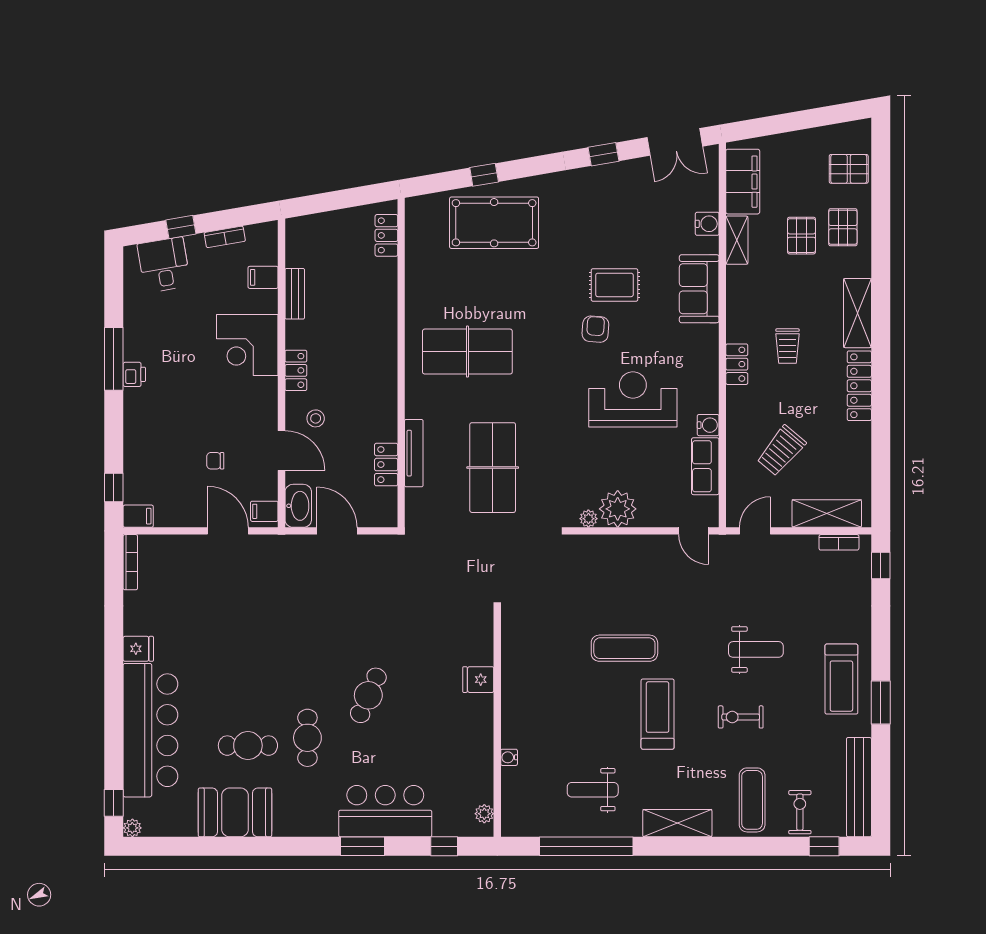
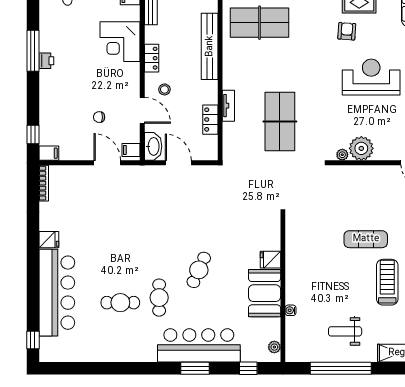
bench: (385, 352) -> (210, 46), added
table tennis table: (467, 352) -> (260, 23), moved
tv unit: (414, 453) -> (228, 106), width x0.71
bar counter: (385, 811) -> (199, 345), width x1.36
booth: (235, 812) -> (265, 293), moved, turned 90
plant: (132, 828) -> (45, 356), removed

